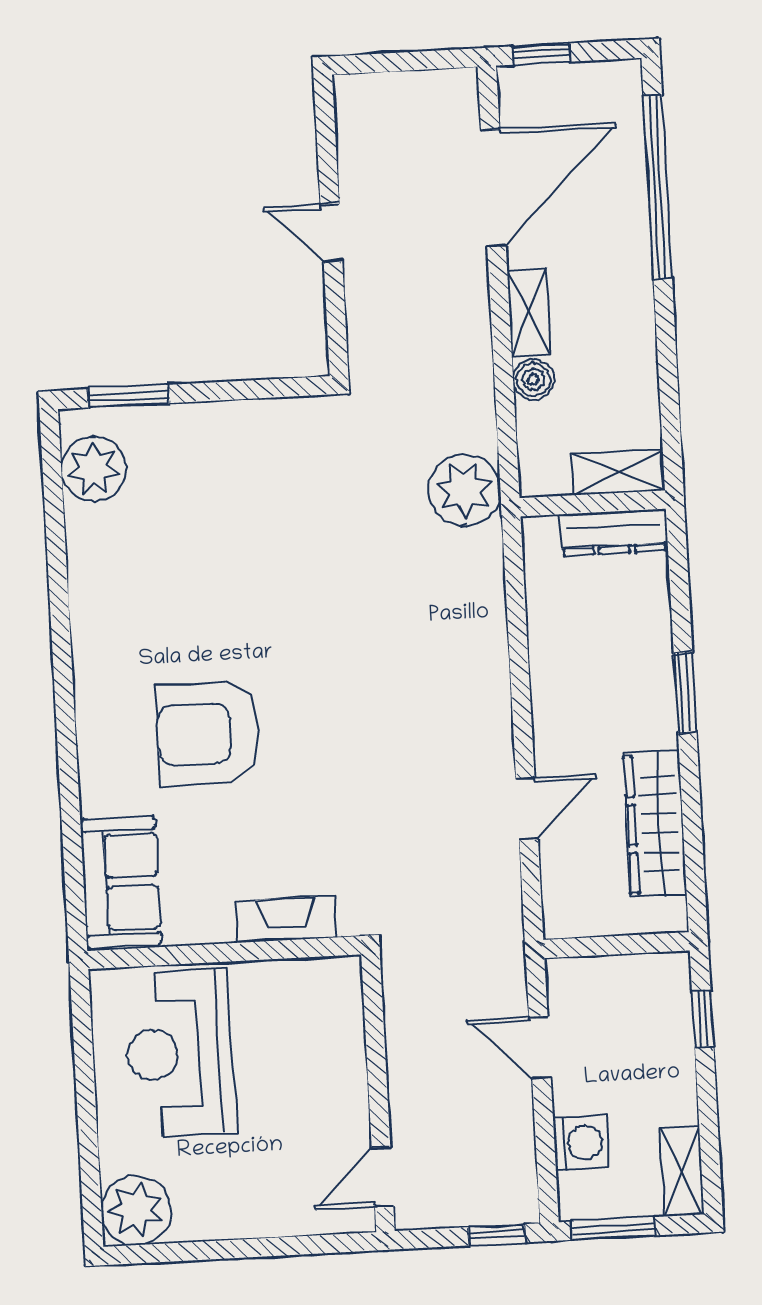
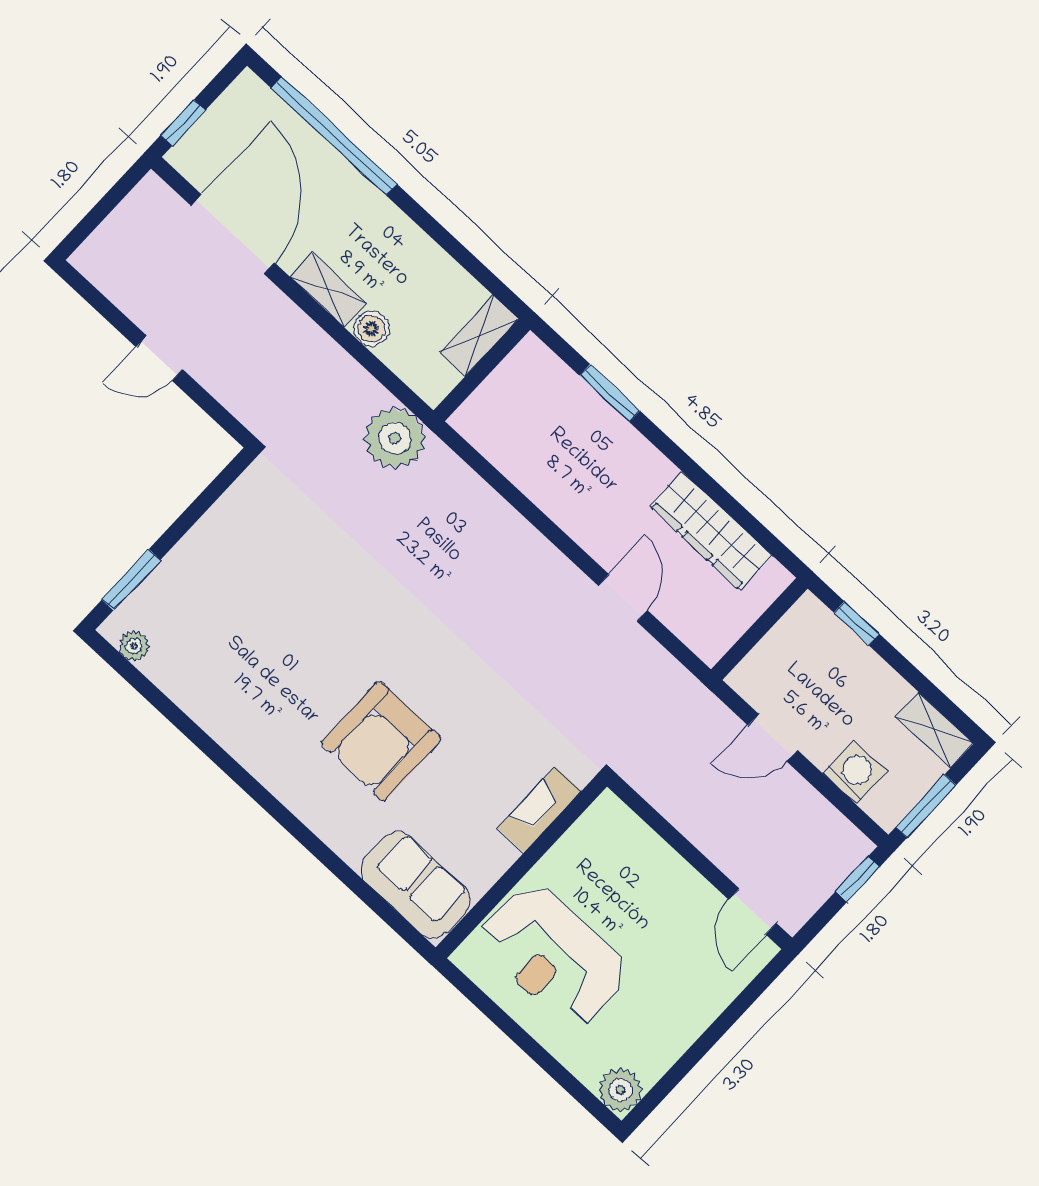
plant: (94, 469) -> (134, 646), width x0.53, depth x0.53
dresser: (614, 532) -> (512, 376), removed
window: (685, 692) -> (610, 393), moved
plant: (136, 1210) -> (620, 1090), width x0.73, depth x0.73

